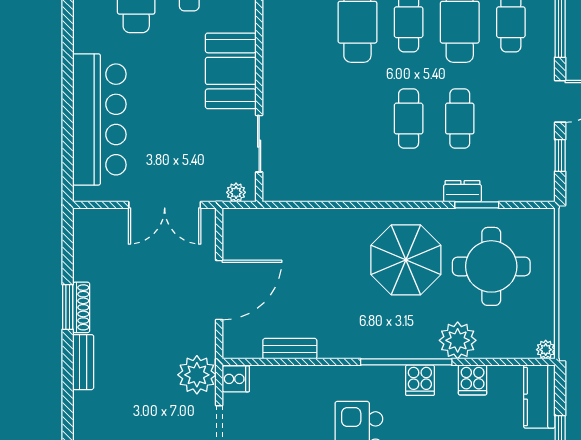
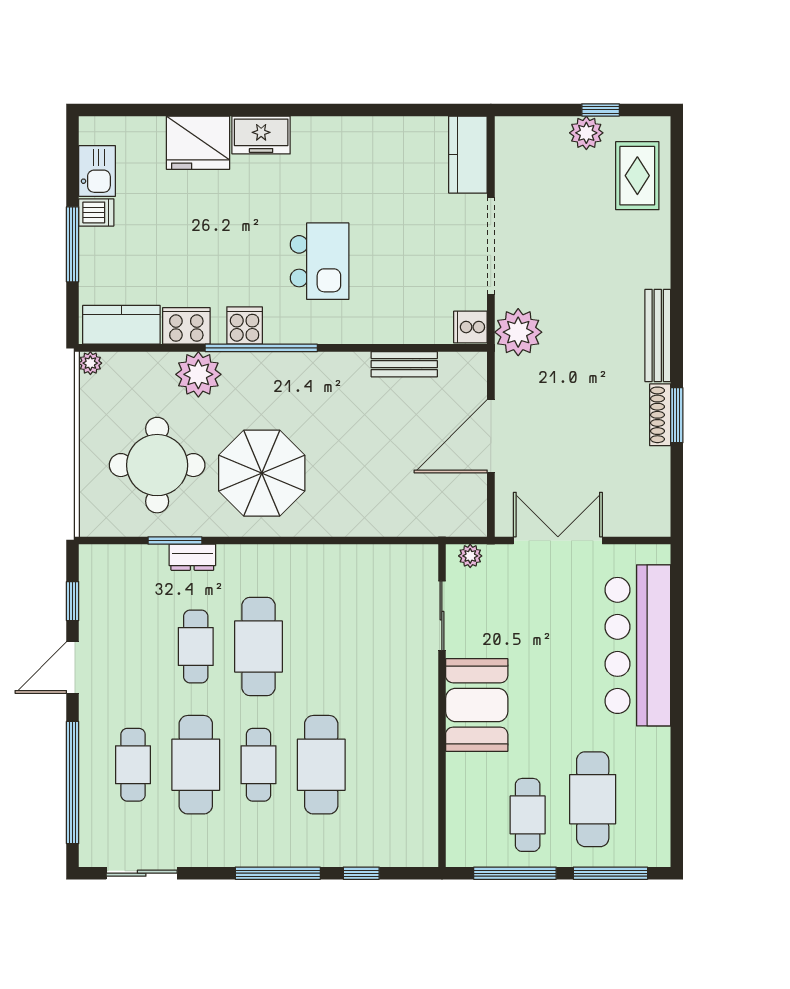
cafe table: (409, 119) -> (258, 646), width x1.37, depth x1.35
bench: (83, 362) -> (658, 335), width x1.36
cooker: (473, 380) -> (186, 326), width x1.36
kitchen counter: (539, 397) -> (121, 325), moved, turned -90

